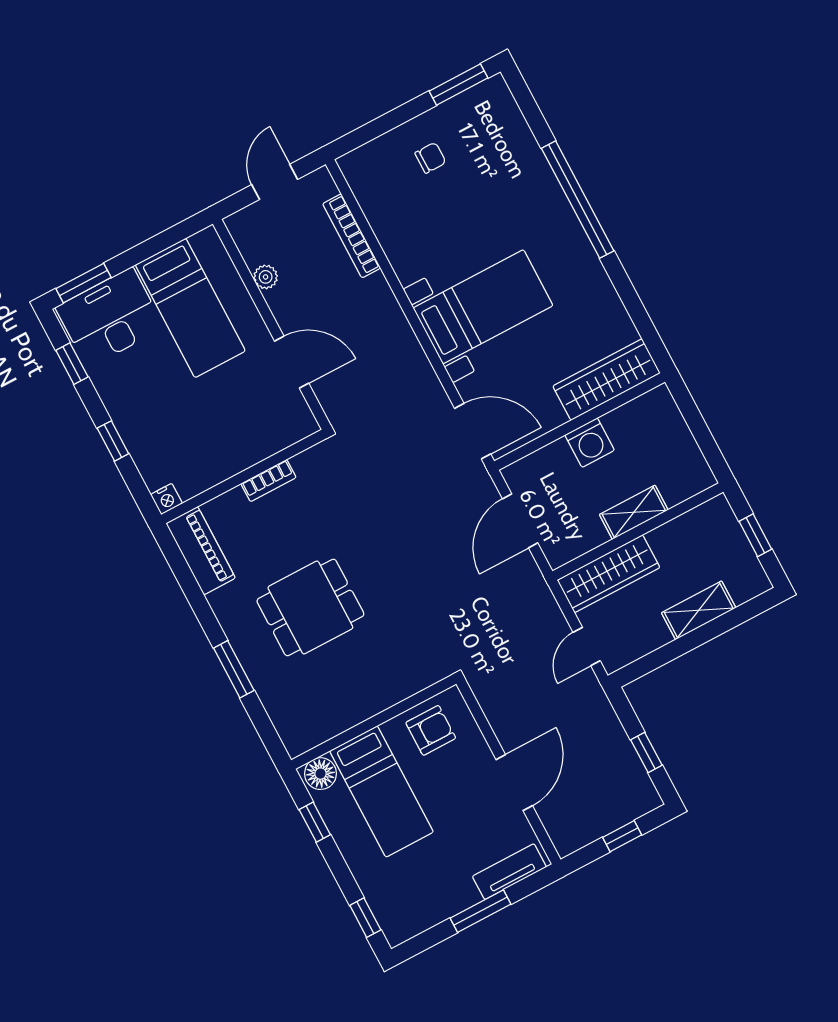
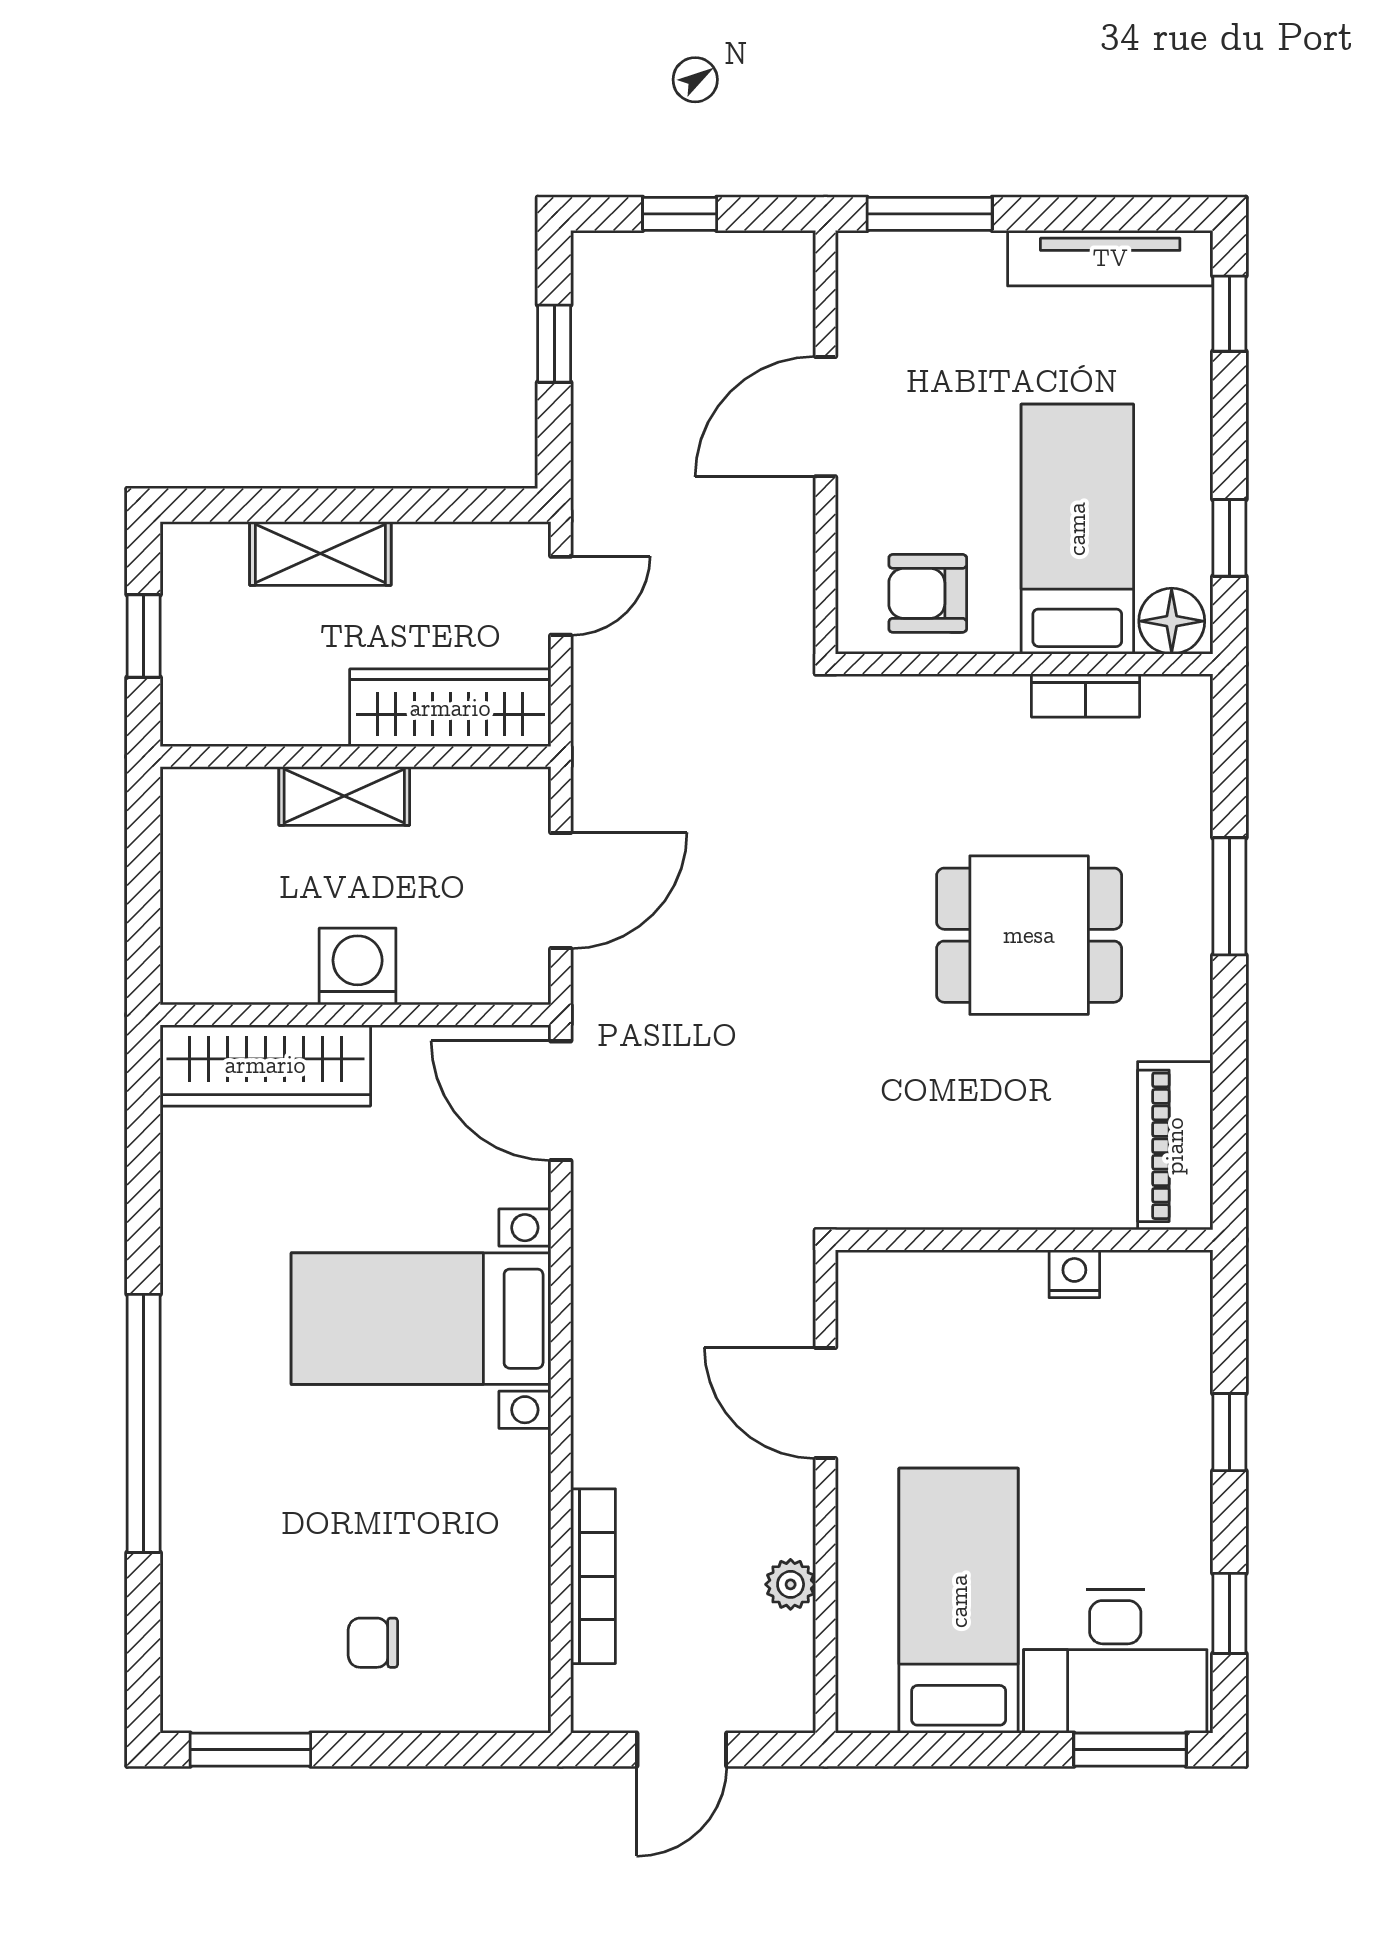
bookcase: (269, 481) -> (1086, 696), moved, turned 180
nightstand: (166, 499) -> (1074, 1274), moved
tv unit: (509, 872) -> (1110, 258), moved, width x1.41
window: (481, 911) -> (930, 214), moved

